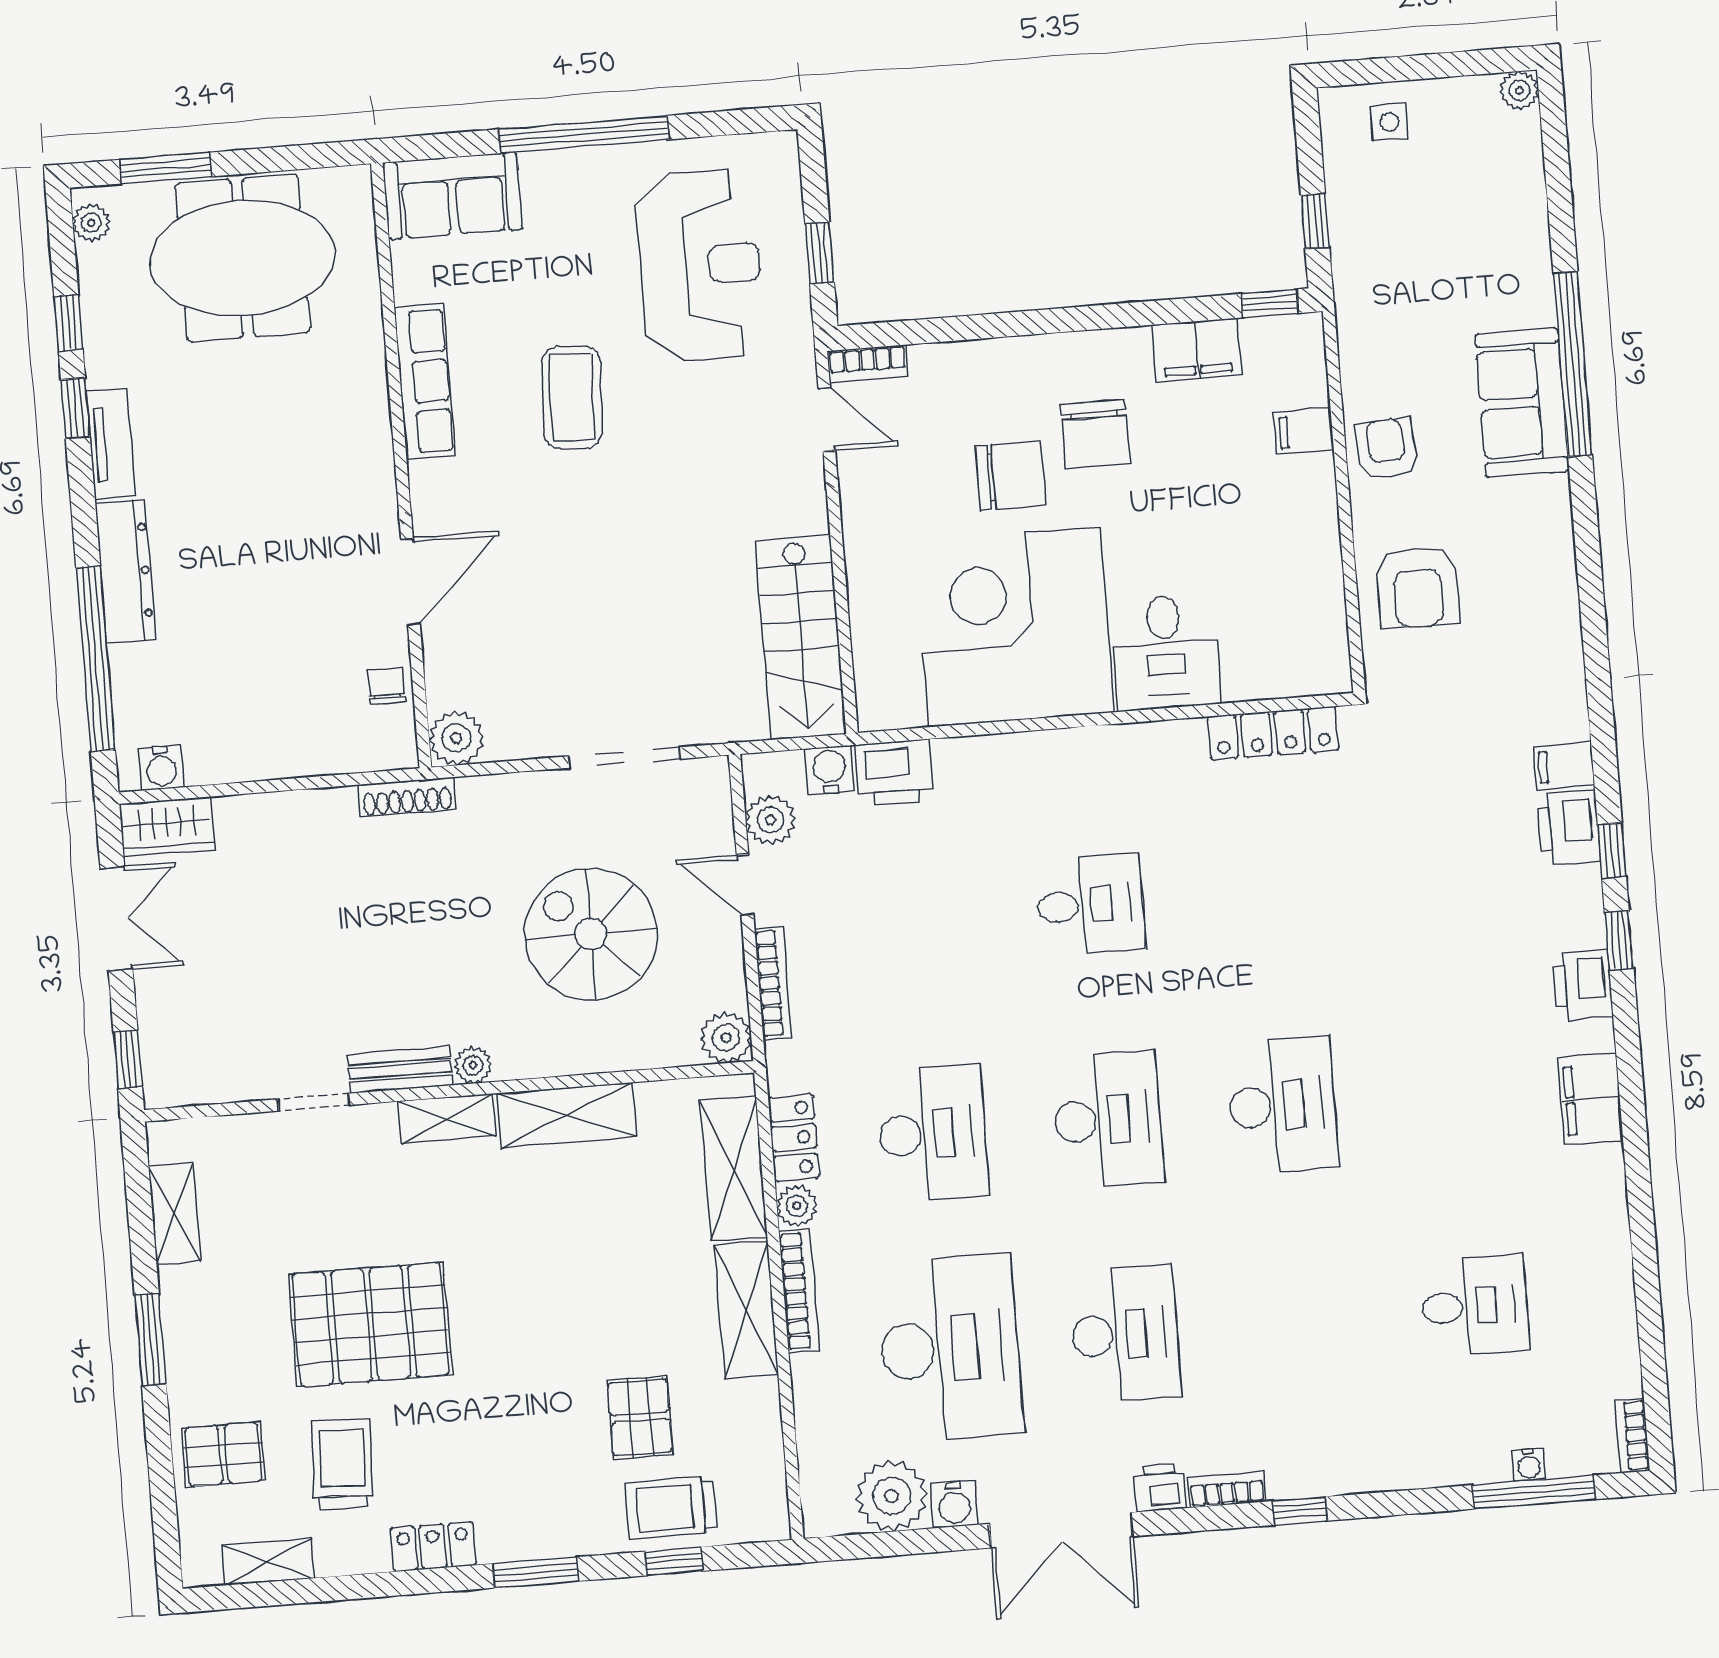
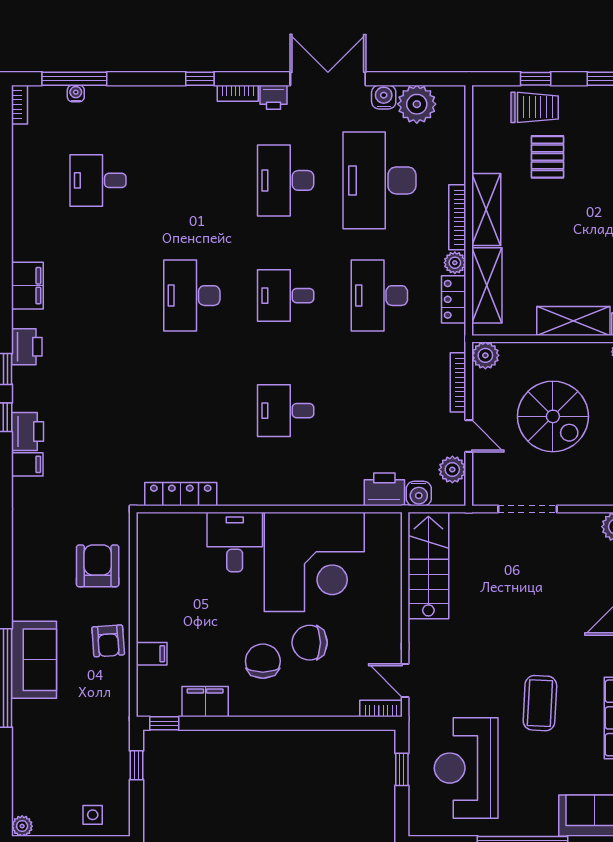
desk: (1108, 1119) -> (286, 296), width x0.73

